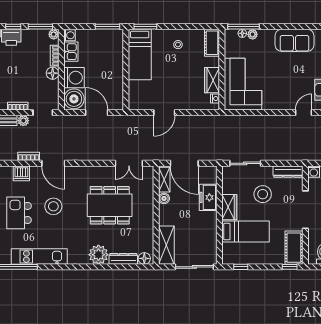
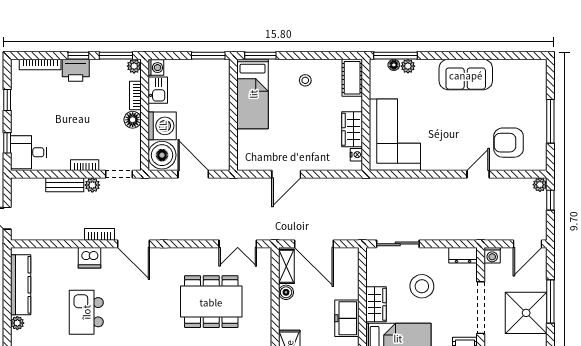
dresser: (288, 172) -> (463, 255), width x0.70
freezer: (208, 197) -> (347, 318), moved
stool: (53, 206) -> (134, 303), removed

